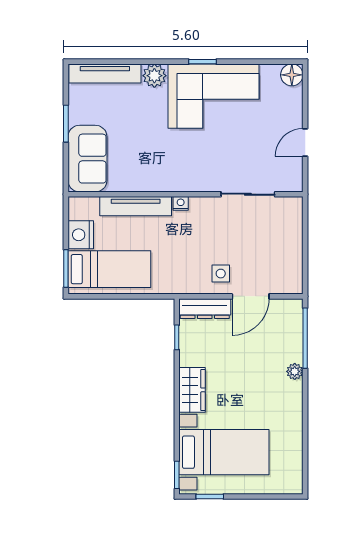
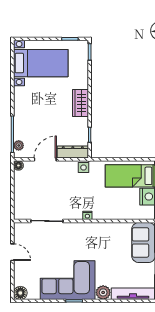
door: (305, 143) -> (12, 252), hinge flipped
tv unit: (136, 206) -> (114, 214), removed
side table: (221, 274) -> (84, 167), moved
floor lamp: (295, 286) -> (18, 166), added
plant: (295, 371) -> (19, 145), moved
bed with nightstands: (224, 452) -> (41, 63), moved, turned 180

